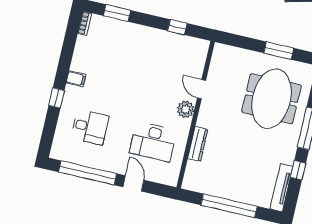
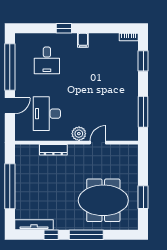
window: (177, 27) -> (143, 112), width x2.17

